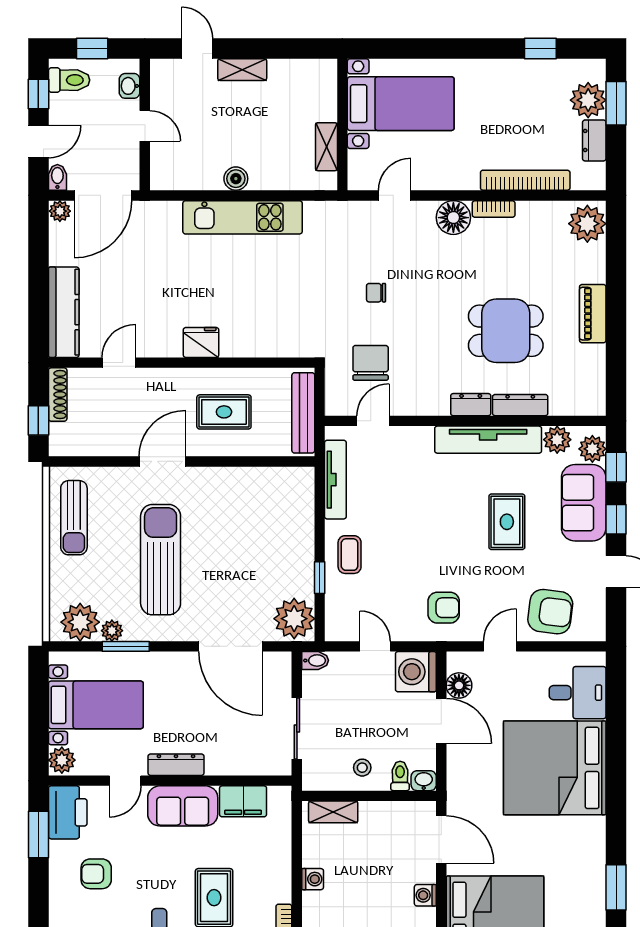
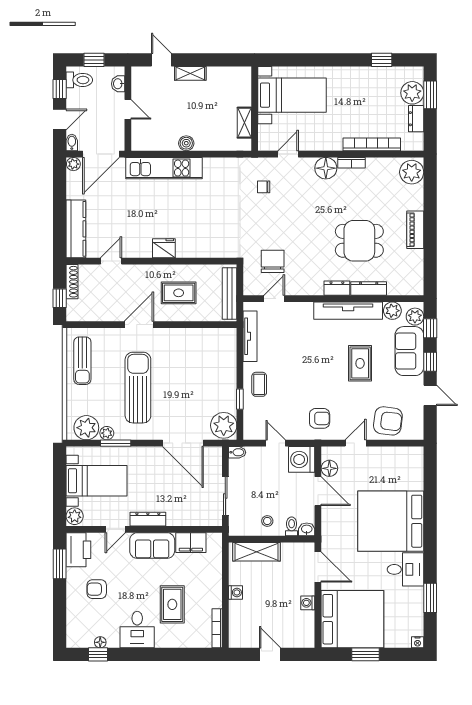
kitchen unit: (243, 217) -> (164, 168), moved
chair: (376, 293) -> (264, 187), moved
desk: (578, 693) -> (405, 569), moved
shelving: (333, 812) -> (257, 552), width x1.50, depth x1.33

